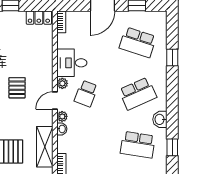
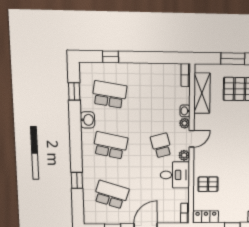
pallet: (17, 88) -> (208, 184), moved, turned 90
school desk: (86, 94) -> (161, 146), turned -36
school desk: (138, 94) -> (110, 145), turned 36

